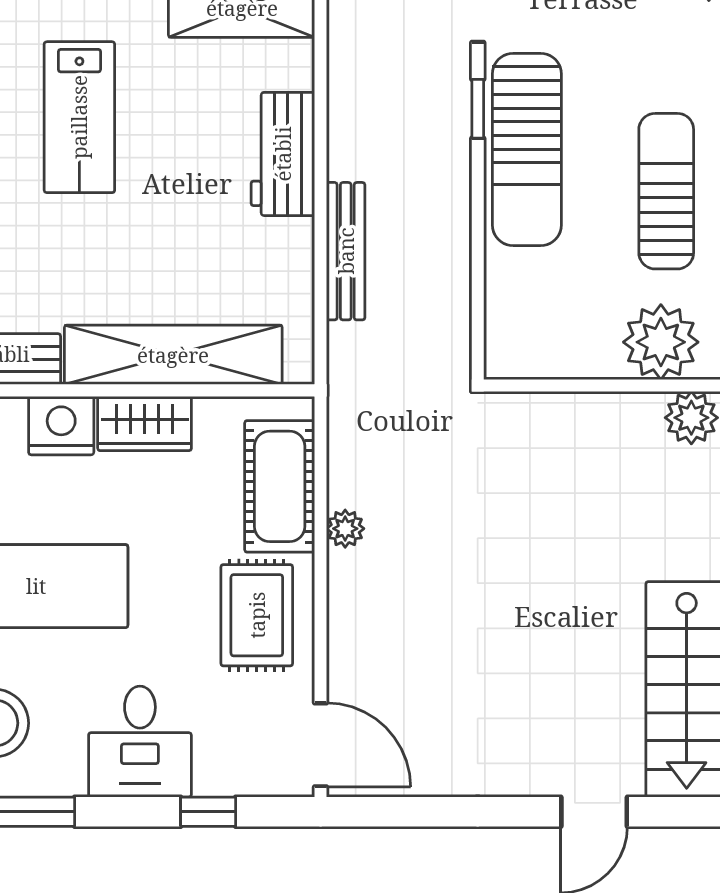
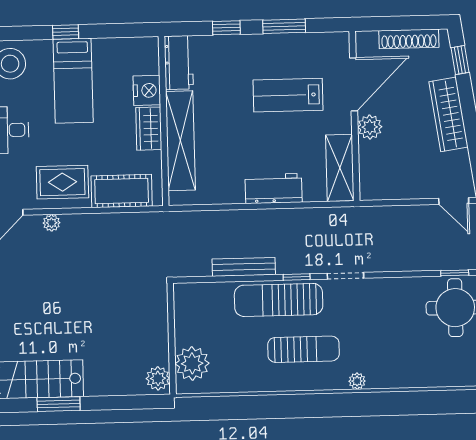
sun lounger: (666, 191) -> (303, 349), moved
bench: (346, 251) -> (244, 267), moved
plant: (345, 529) -> (52, 223), moved

